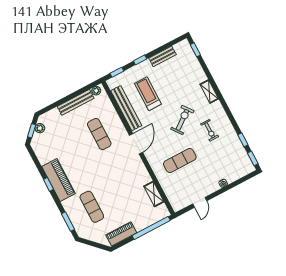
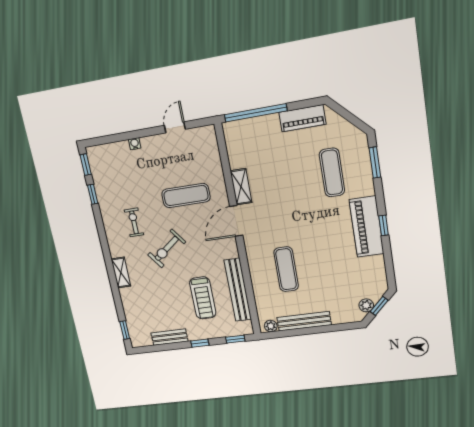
door: (136, 144) -> (236, 221), moved
shelving: (154, 194) -> (241, 187), moved

